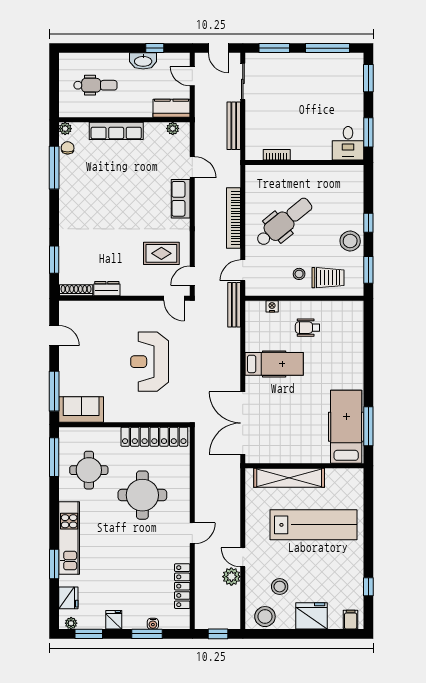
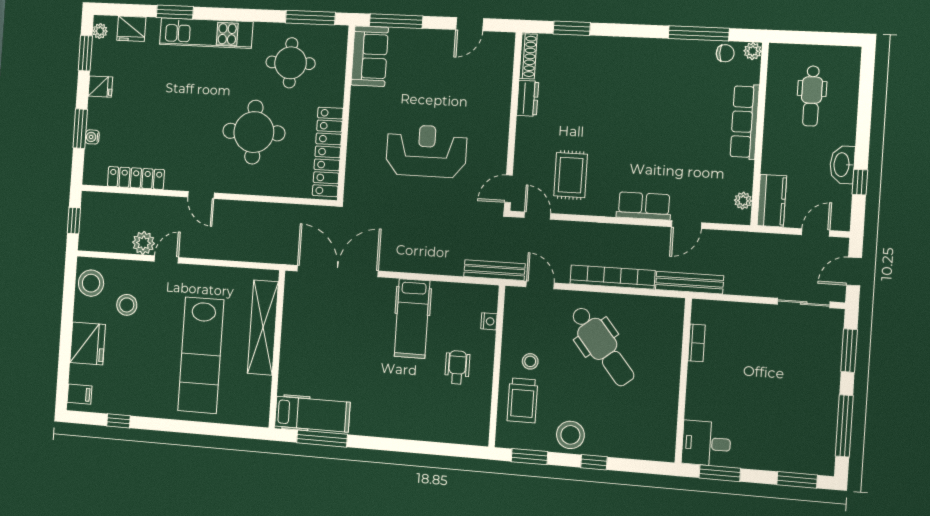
bench: (234, 126) -> (690, 283), moved
hospital bed: (346, 427) -> (312, 414), width x0.73, depth x0.78

